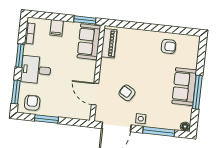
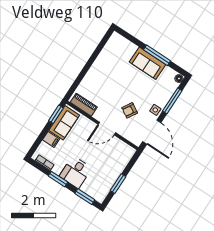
sofa: (89, 42) -> (64, 123), moved, turned -90
armchair: (168, 46) -> (110, 60), removed
door: (95, 94) -> (107, 129), moved
armchair: (32, 103) -> (100, 188), removed

